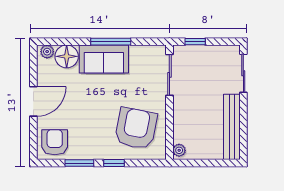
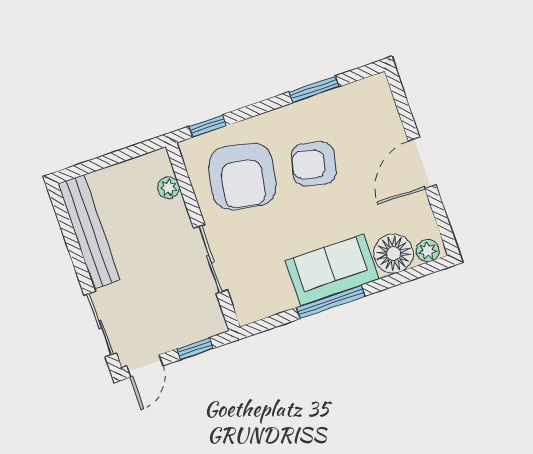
door: (226, 42) -> (145, 366), added
sliding door: (169, 75) -> (210, 259), moved
armchair: (55, 142) -> (314, 164), moved, turned 104
plant: (179, 150) -> (169, 188), moved
window: (114, 163) -> (208, 126), moved

